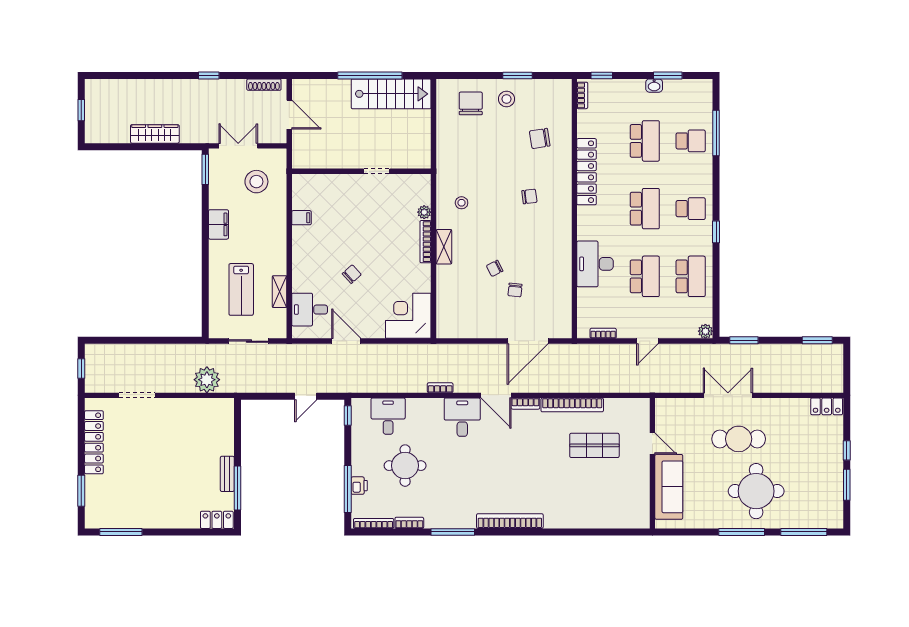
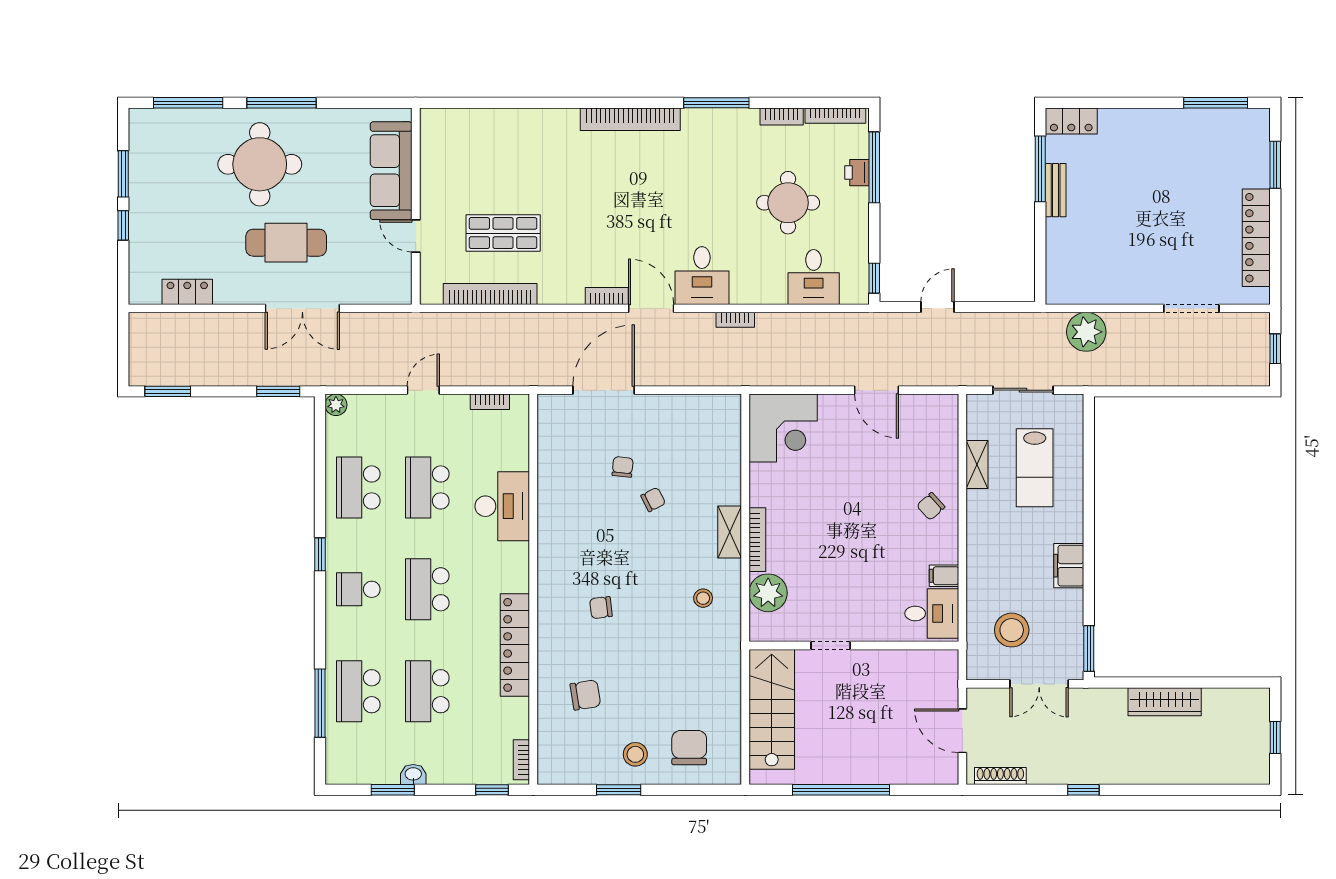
stairs: (391, 94) -> (772, 709), moved, turned 90
chair: (471, 103) -> (689, 748), turned 180
school desk: (691, 141) -> (358, 691), width x1.85
plant: (424, 212) -> (768, 593), width x1.87, depth x1.87
chair: (352, 274) -> (931, 506), moved
lab bench: (241, 289) -> (1035, 468), turned 180
desk: (310, 310) -> (932, 613), moved
bookcase: (572, 405) -> (490, 294), moved
locker: (827, 406) -> (187, 292), moved

